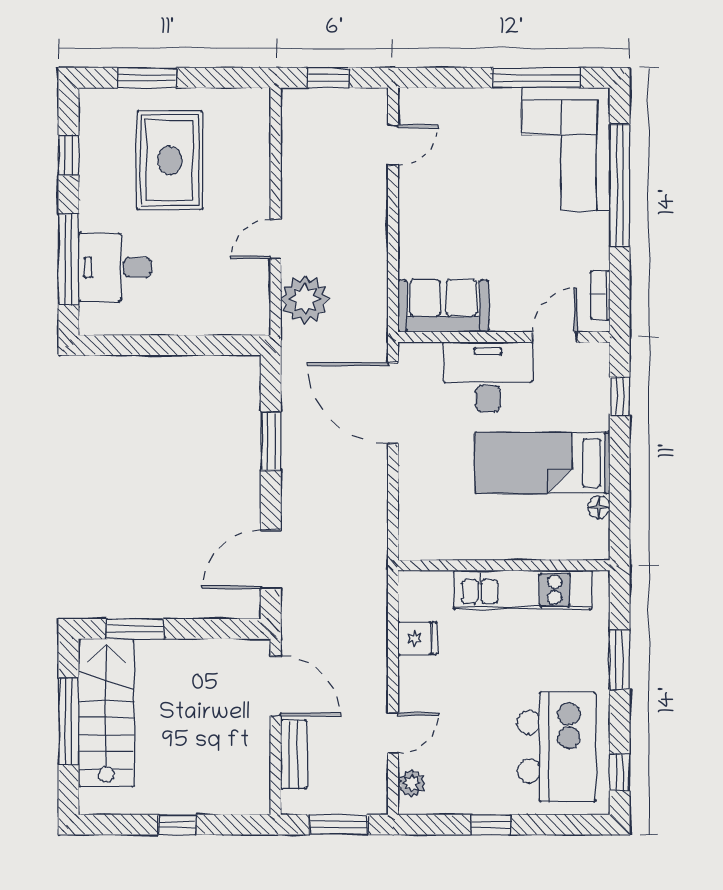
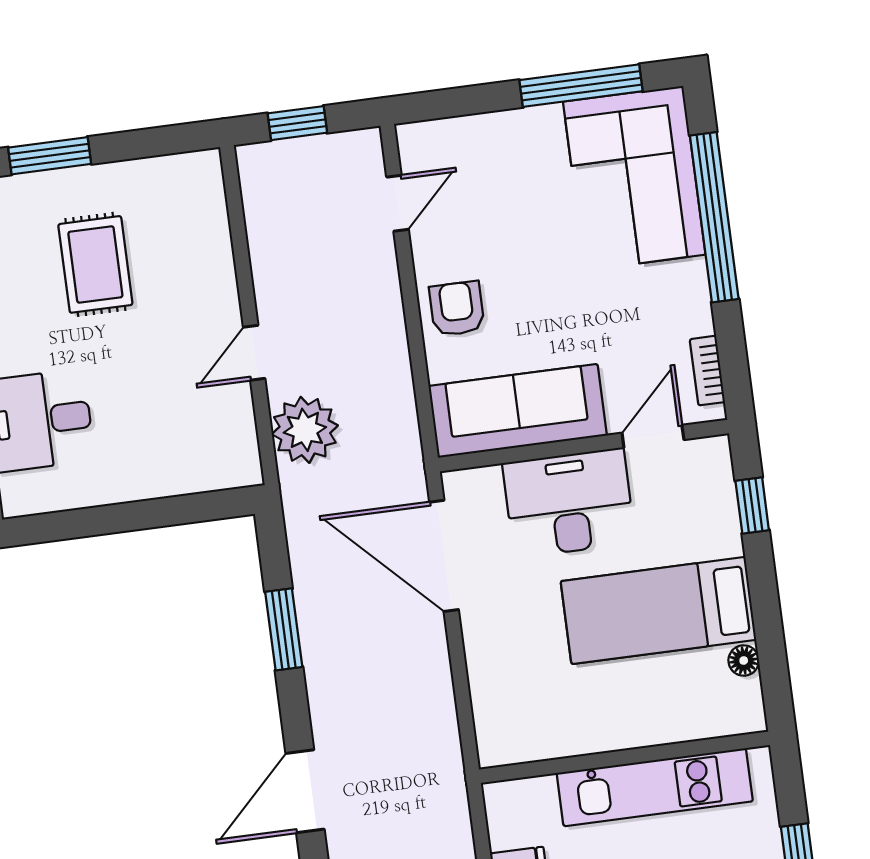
rug: (170, 160) -> (95, 264), width x0.73, depth x0.70
armchair: (426, 226) -> (457, 309), added
sofa: (443, 306) -> (518, 411), width x1.36

